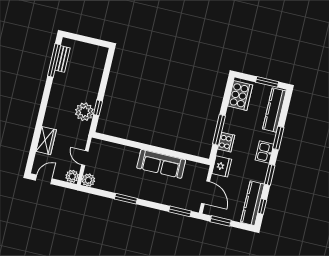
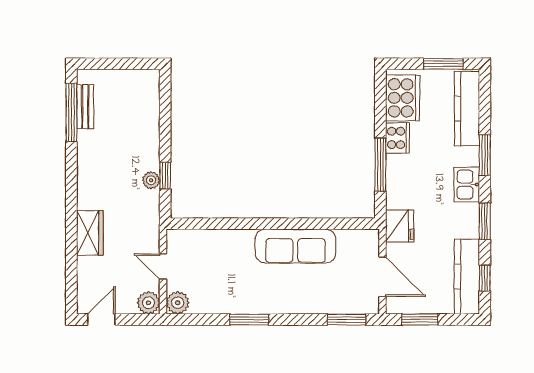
plant: (84, 112) -> (151, 180), width x0.53, depth x0.53
wardrobe: (46, 141) -> (90, 233), moved
cooker: (226, 142) -> (397, 138), moved

